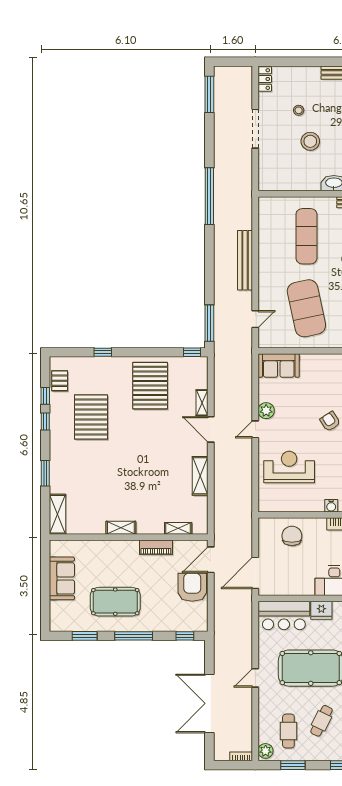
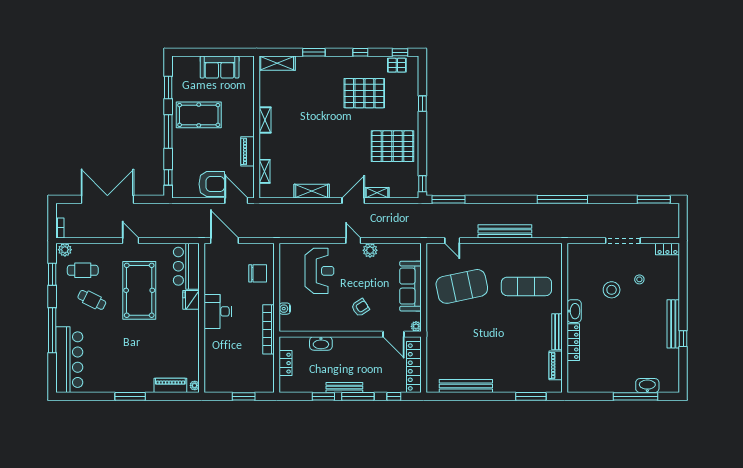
sofa: (279, 365) -> (411, 286), moved, width x1.36
window: (45, 396) -> (400, 52), moved
pool table: (115, 602) -> (199, 115), turned 90

